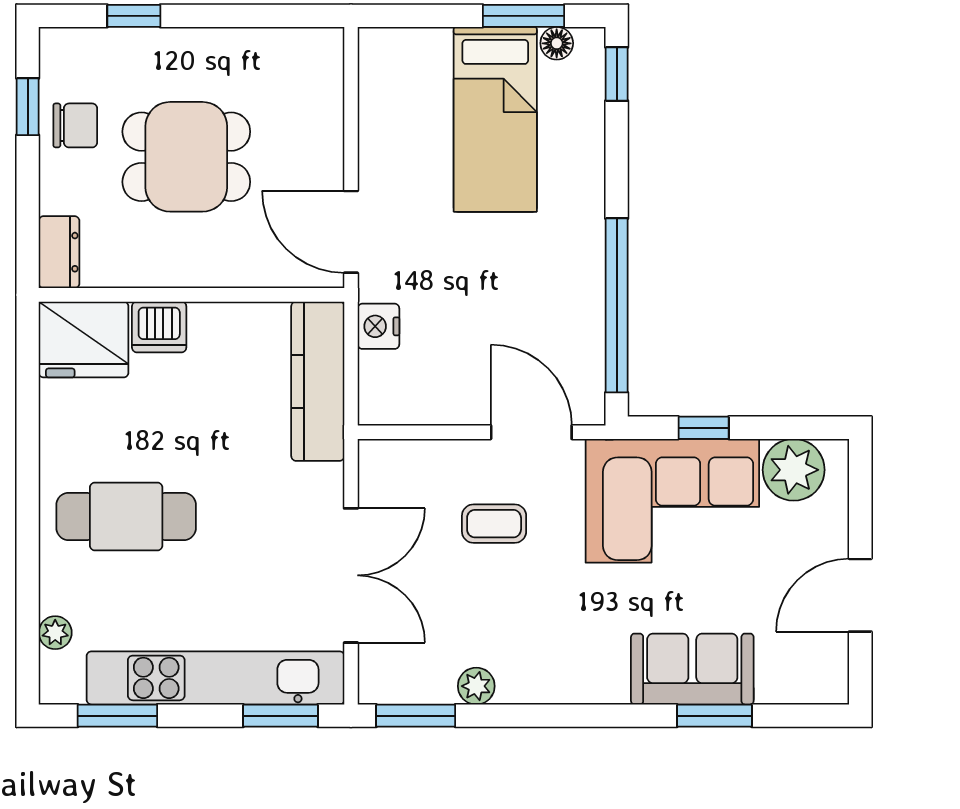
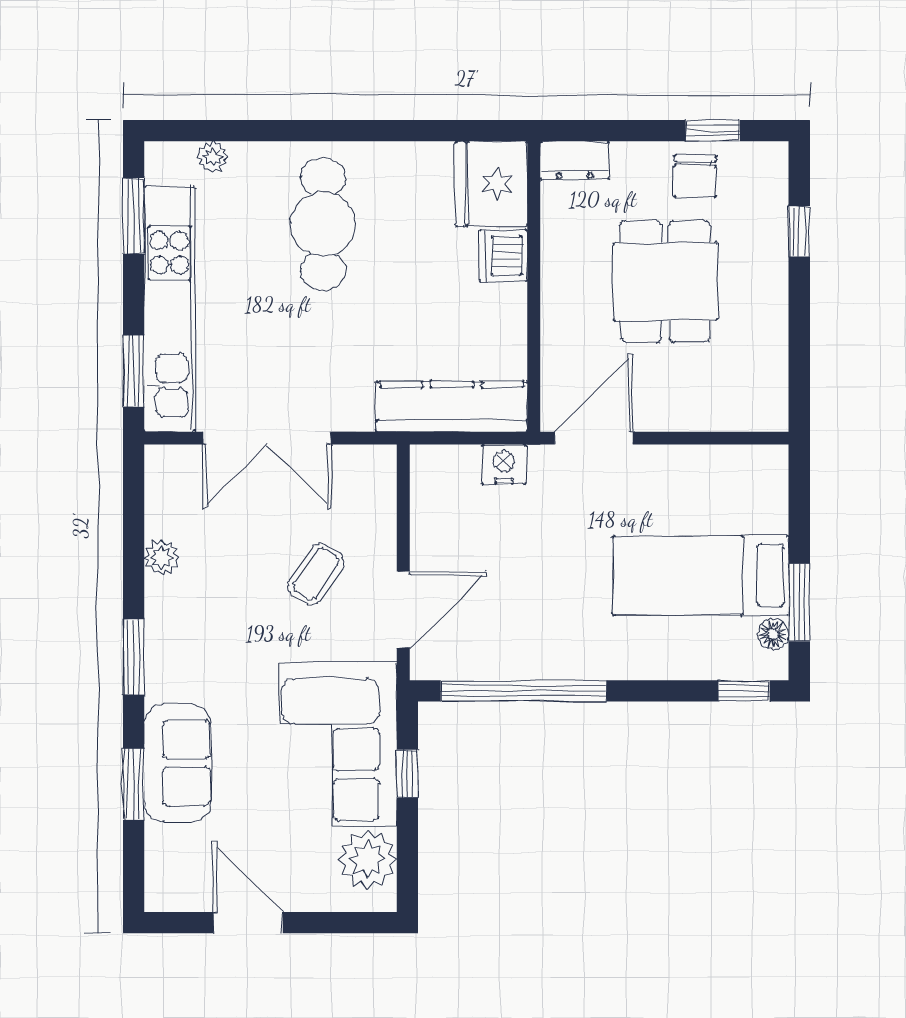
coffee table: (494, 524) -> (316, 574), turned 34
window: (416, 716) -> (134, 657), moved

